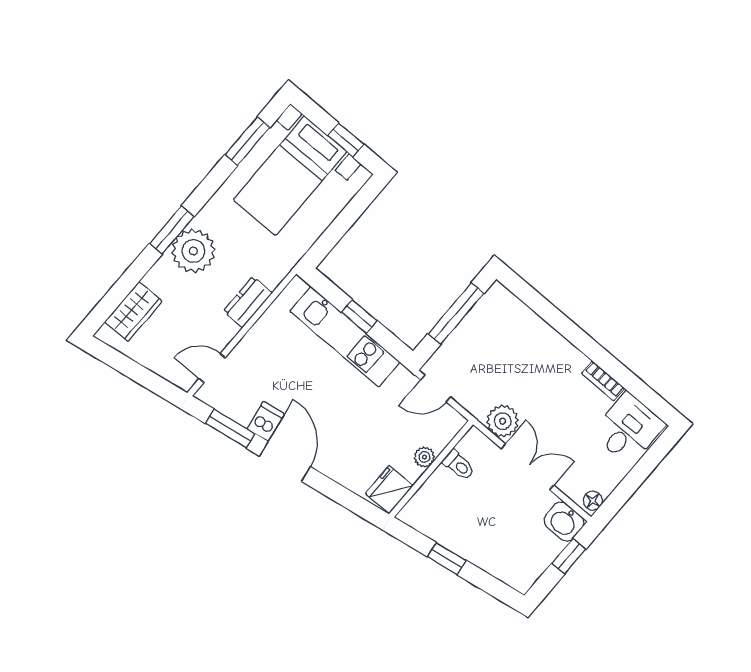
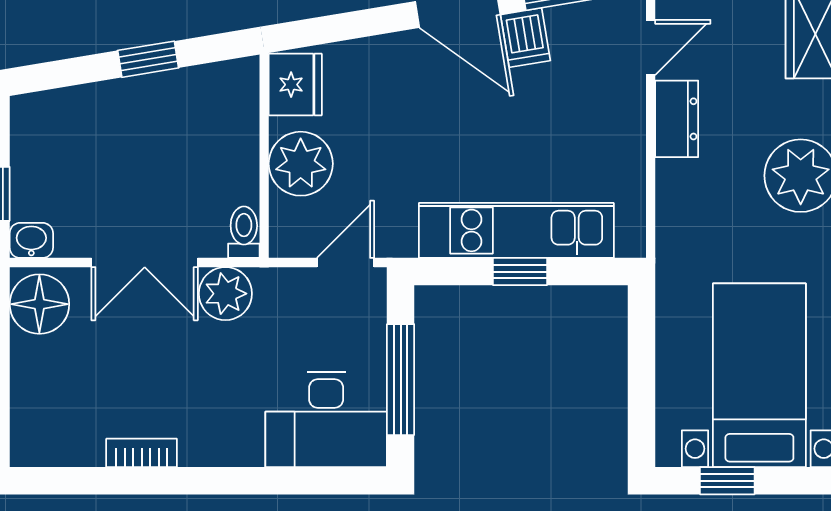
dresser: (248, 302) -> (677, 119), moved
desk: (628, 429) -> (326, 419), moved, width x1.37
plant: (424, 457) -> (301, 164), width x1.88, depth x1.88
toilet: (459, 465) -> (244, 232), moved, turned 90
floor lamp: (593, 501) -> (39, 304), width x1.89, depth x1.89
washbasin: (564, 521) -> (31, 240), width x0.72, depth x0.69

